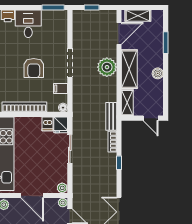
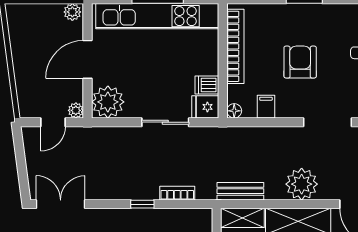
doorway: (70, 63) -> (328, 122), moved
armchair: (34, 68) -> (300, 62), turned 90
bench: (111, 116) -> (240, 191), moved
plant: (62, 188) -> (108, 102), width x1.88, depth x1.88

